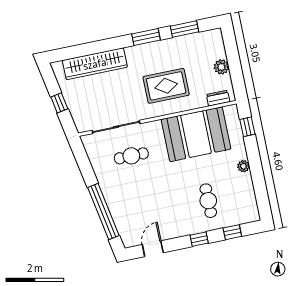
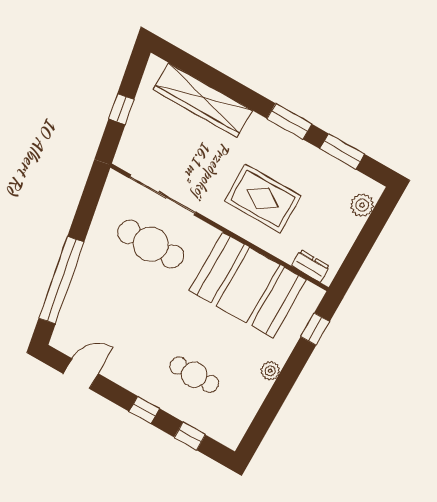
plant: (221, 67) -> (362, 205), moved
cafe table: (131, 156) -> (151, 244), width x1.37, depth x1.35
cafe table: (208, 201) -> (194, 375), turned 90

